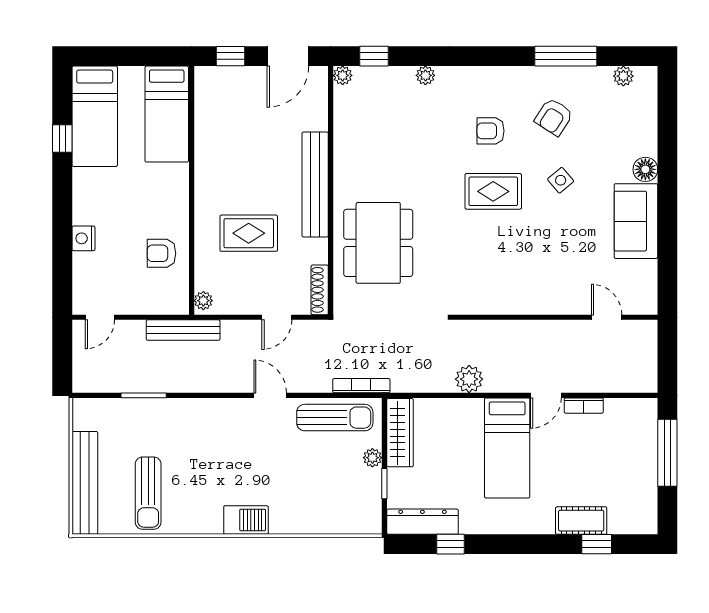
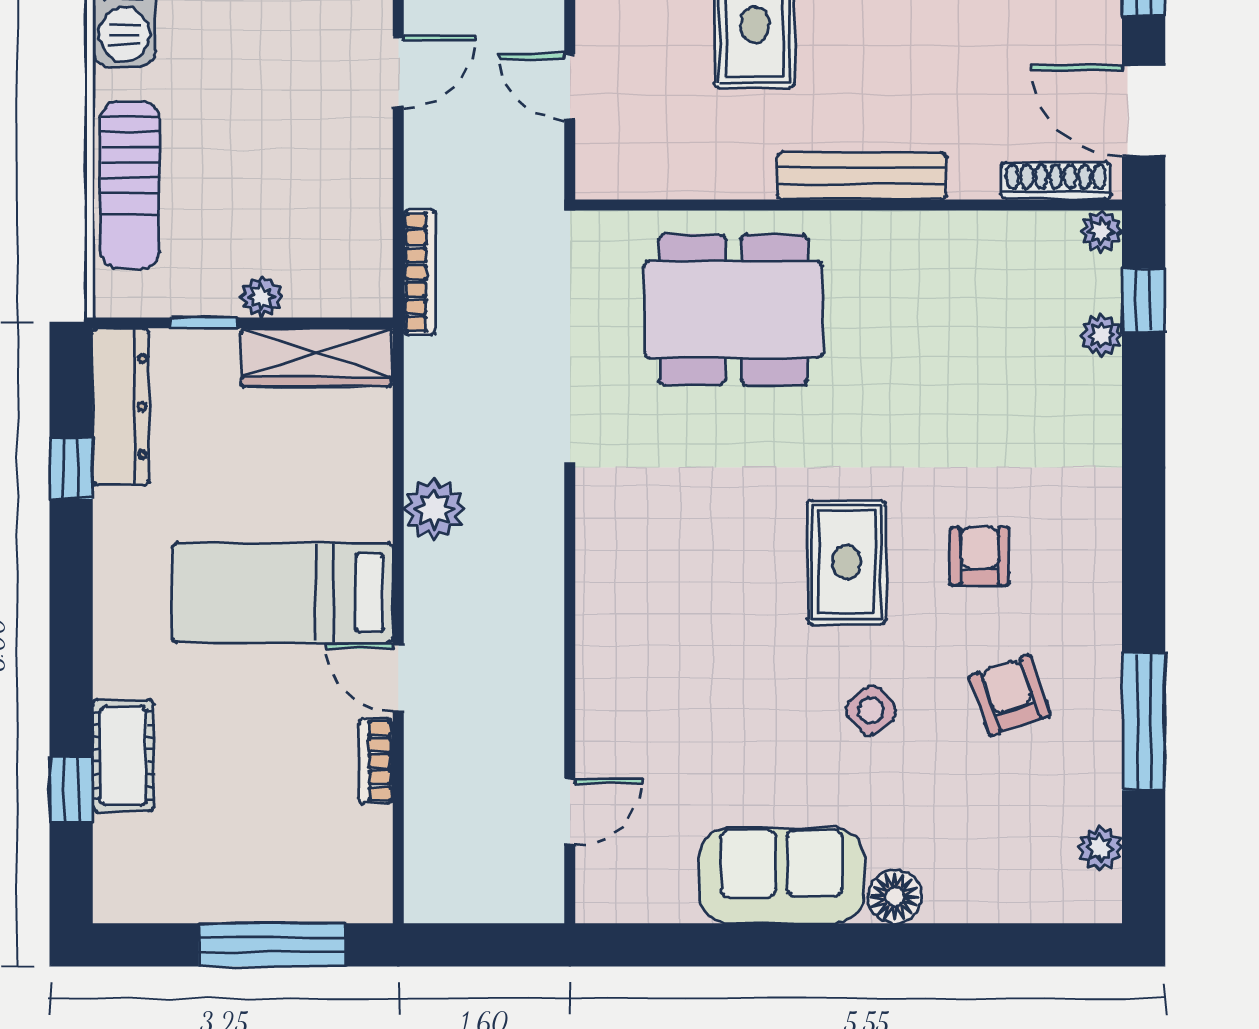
plant: (425, 75) -> (1101, 335), moved
armchair: (554, 117) -> (1010, 695), turned 38
bench: (315, 184) -> (862, 176), width x0.73, depth x0.82
shoe rack: (320, 290) -> (1056, 181), moved
sun lounger: (335, 418) -> (130, 185), moved

